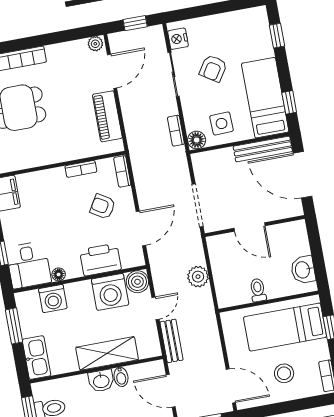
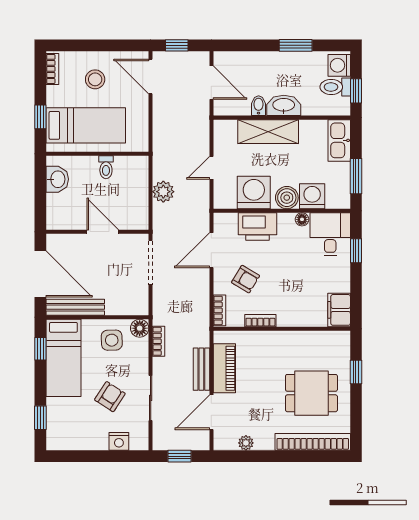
nightstand: (178, 39) -> (119, 441), moved, turned 90
plant: (95, 44) -> (246, 443), moved
boiler: (137, 282) -> (287, 198), moved
bench: (172, 341) -> (201, 369), moved
washbasin: (101, 381) -> (284, 105), width x1.38

